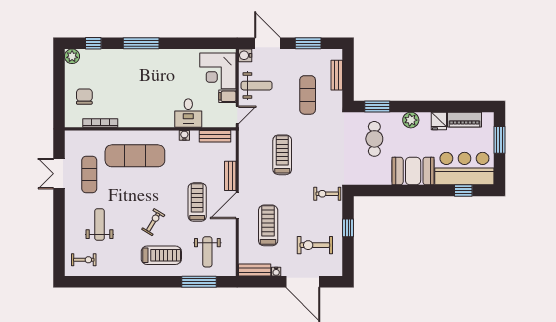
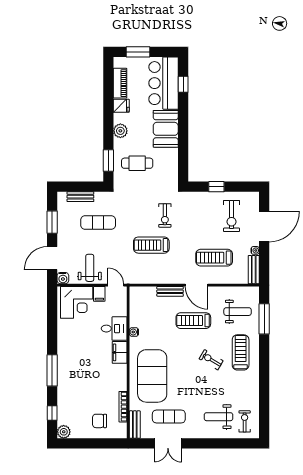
filing cabinet: (161, 119) -> (120, 352), added
bench: (215, 136) -> (135, 425), moved
exercise mat: (135, 156) -> (152, 376), width x1.47
exercise bike: (327, 194) -> (165, 215), moved
weight bench: (100, 225) -> (218, 417), moved

